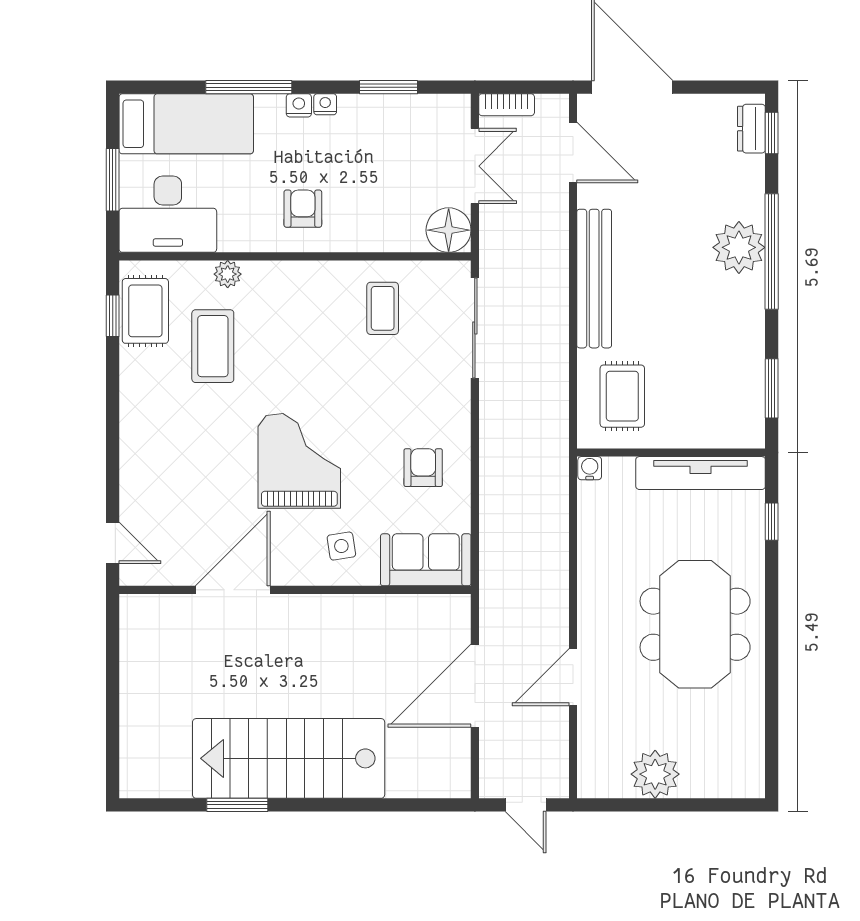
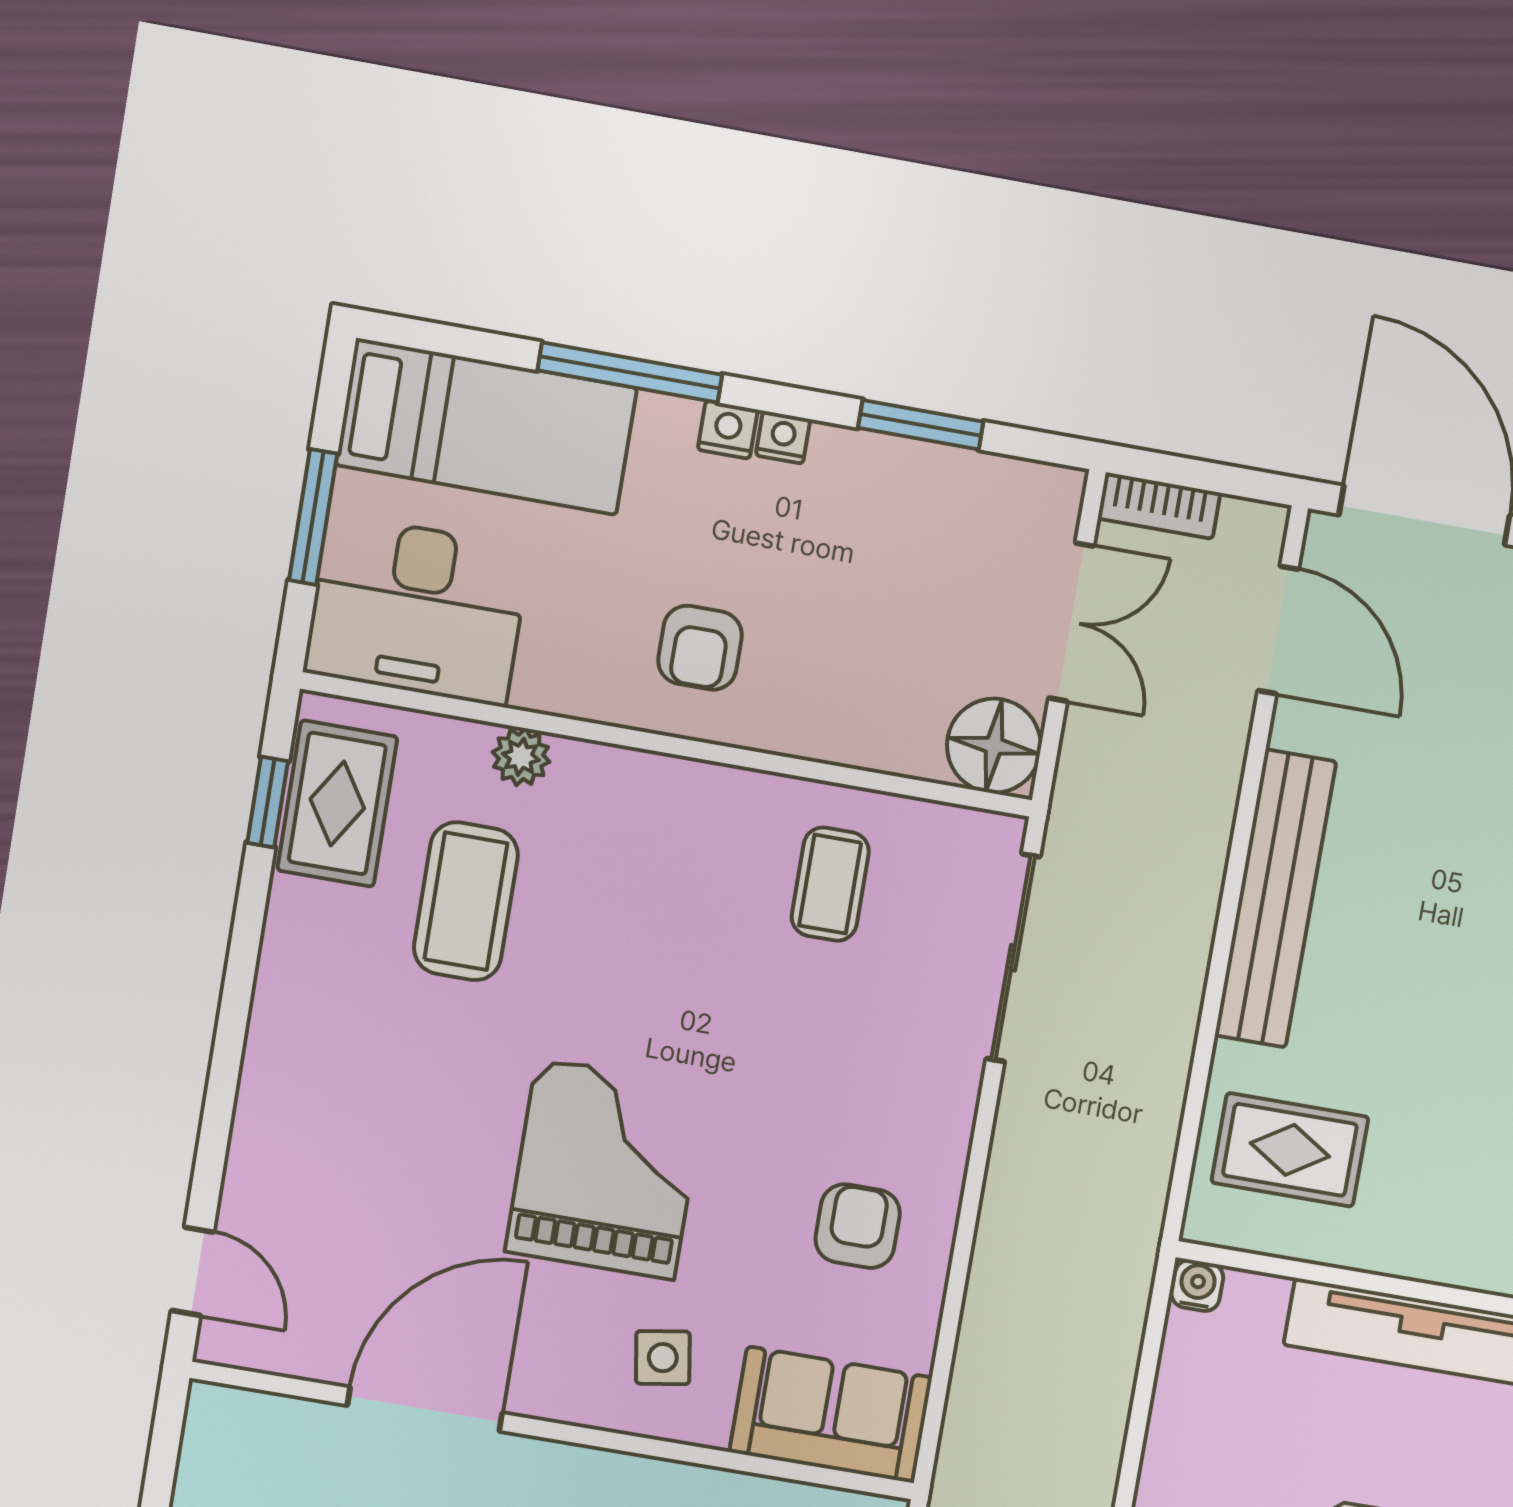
armchair: (303, 209) -> (700, 648), turned 180
rug: (622, 396) -> (1290, 1150), turned 90

